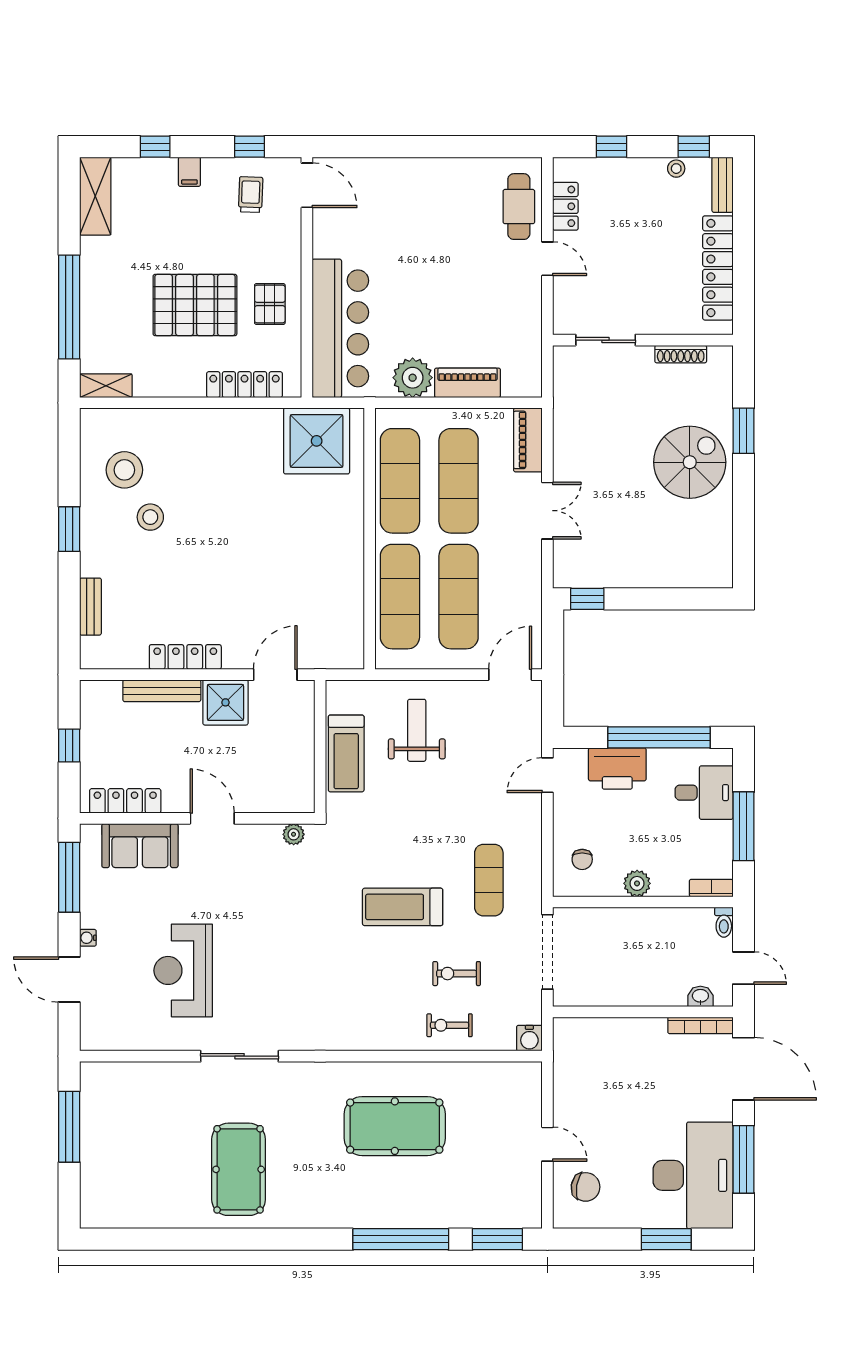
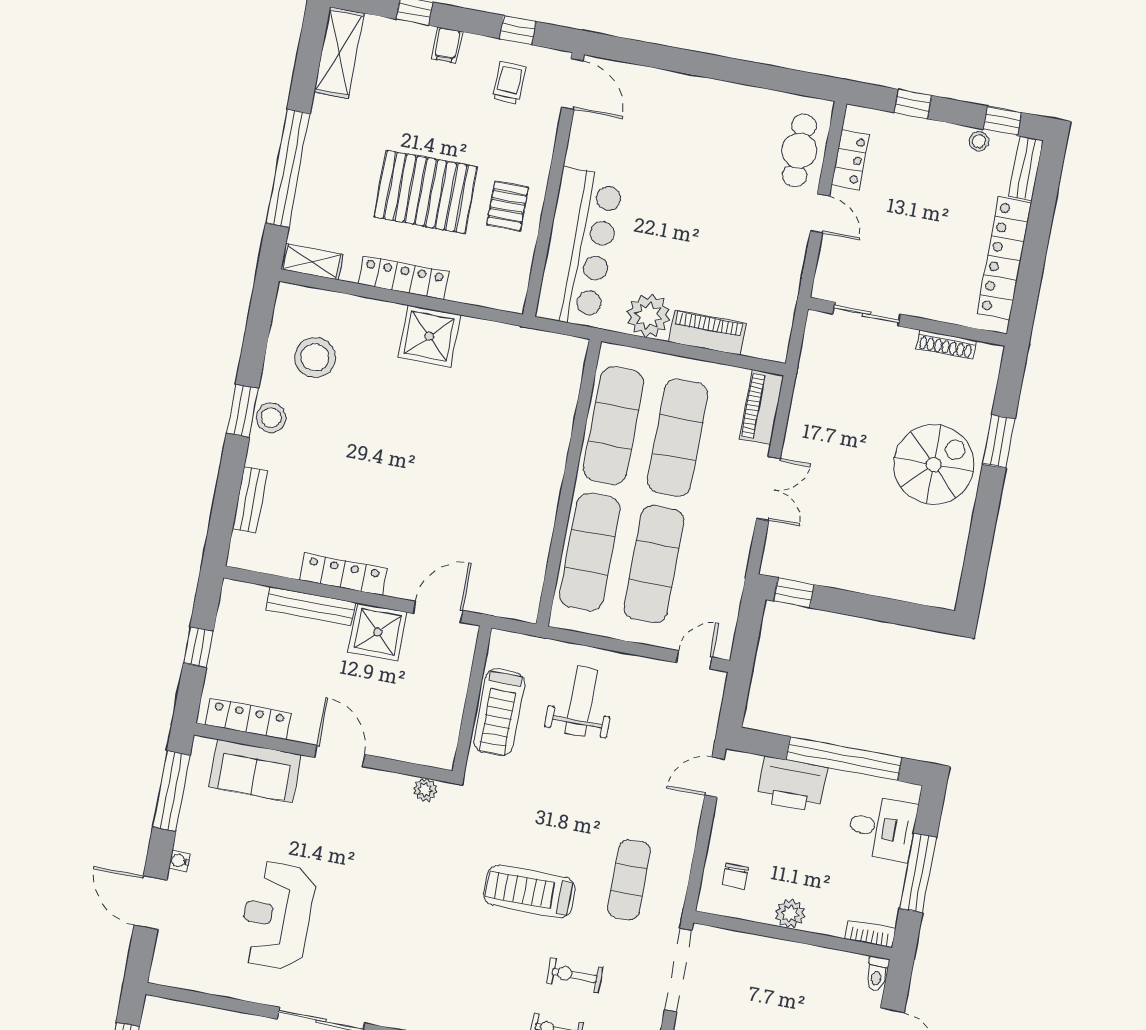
locker: (244, 385) -> (404, 278), moved
shower: (317, 441) -> (429, 336), moved, width x0.73, depth x0.73
stool: (150, 517) -> (271, 418), moved
door: (510, 675) -> (694, 660), width x0.73

